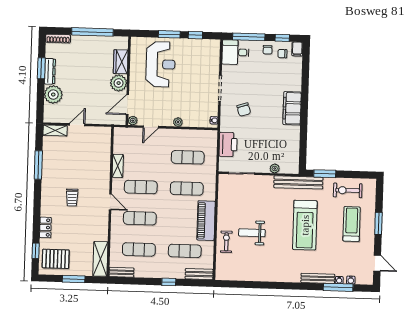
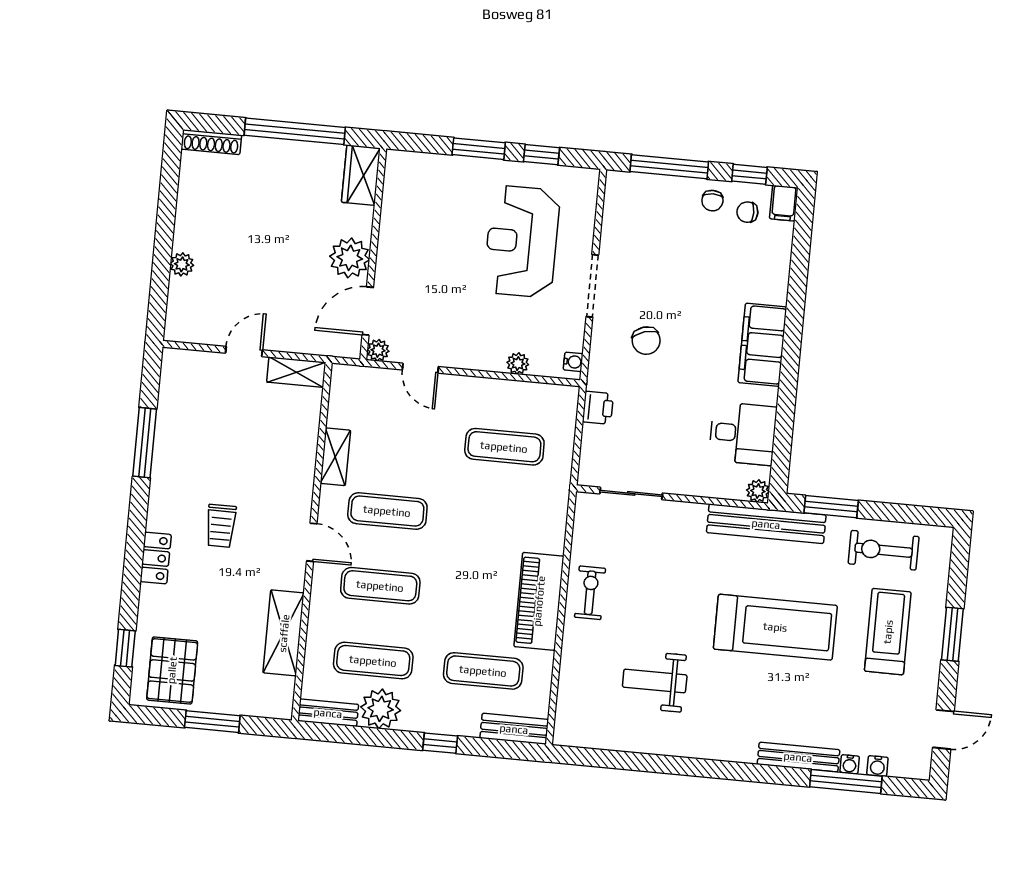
desk: (236, 52) -> (743, 433), moved, turned 180
wardrobe: (121, 62) -> (361, 175), moved
reception desk: (161, 64) -> (522, 241), moved, turned 180
window: (41, 68) -> (167, 211), removed
dresser: (50, 71) -> (186, 219), removed
plant: (53, 95) -> (182, 264), width x0.53, depth x0.53
plant: (178, 122) -> (518, 364), moved
door: (151, 127) -> (420, 368), hinge flipped
shelving: (55, 130) -> (296, 372), moved
printer: (228, 144) -> (598, 408), width x0.53, depth x0.68
plant: (275, 168) -> (758, 491), moved
exercise mat: (187, 189) -> (497, 521), removed
treadmill: (305, 225) -> (775, 627), turned -90
locker: (45, 227) -> (156, 558), moved
weight bench: (252, 233) -> (655, 681), moved
exercise bike: (226, 242) -> (590, 593), moved
pallet: (56, 259) -> (172, 670), turned 90
shelving: (100, 259) -> (284, 633), moved
door: (377, 263) -> (943, 729), hinge flipped
plant: (143, 269) -> (381, 709), added

